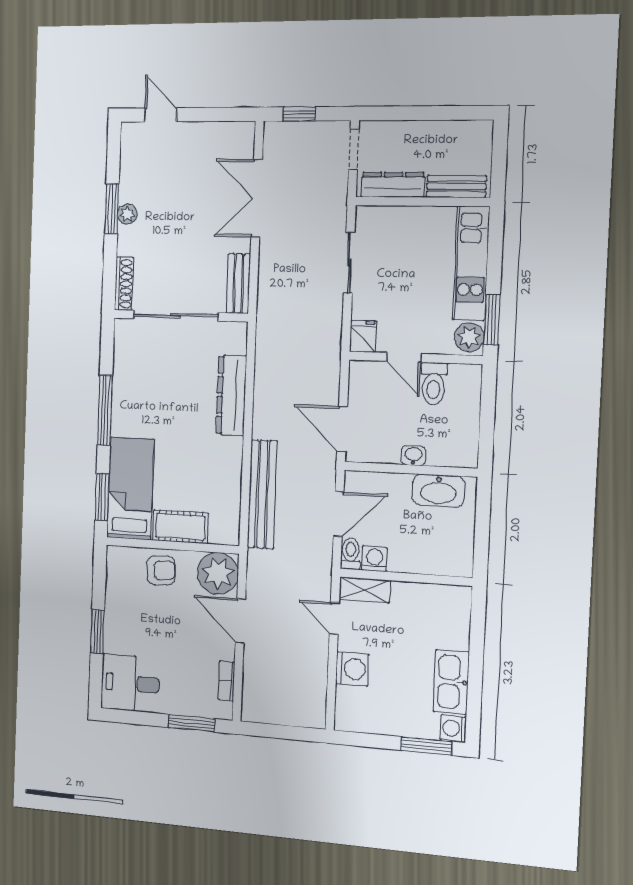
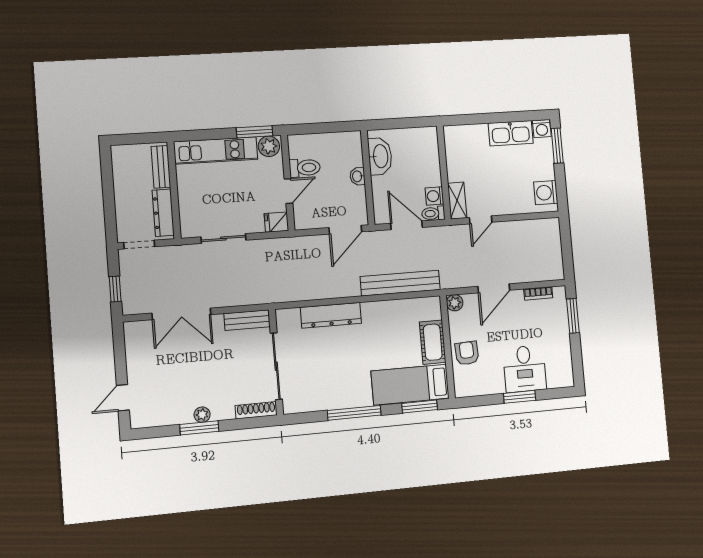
plant: (218, 573) -> (455, 303), width x0.53, depth x0.53
washing machine: (352, 669) -> (546, 193), moved, turned -90
desk: (130, 683) -> (525, 369), moved

